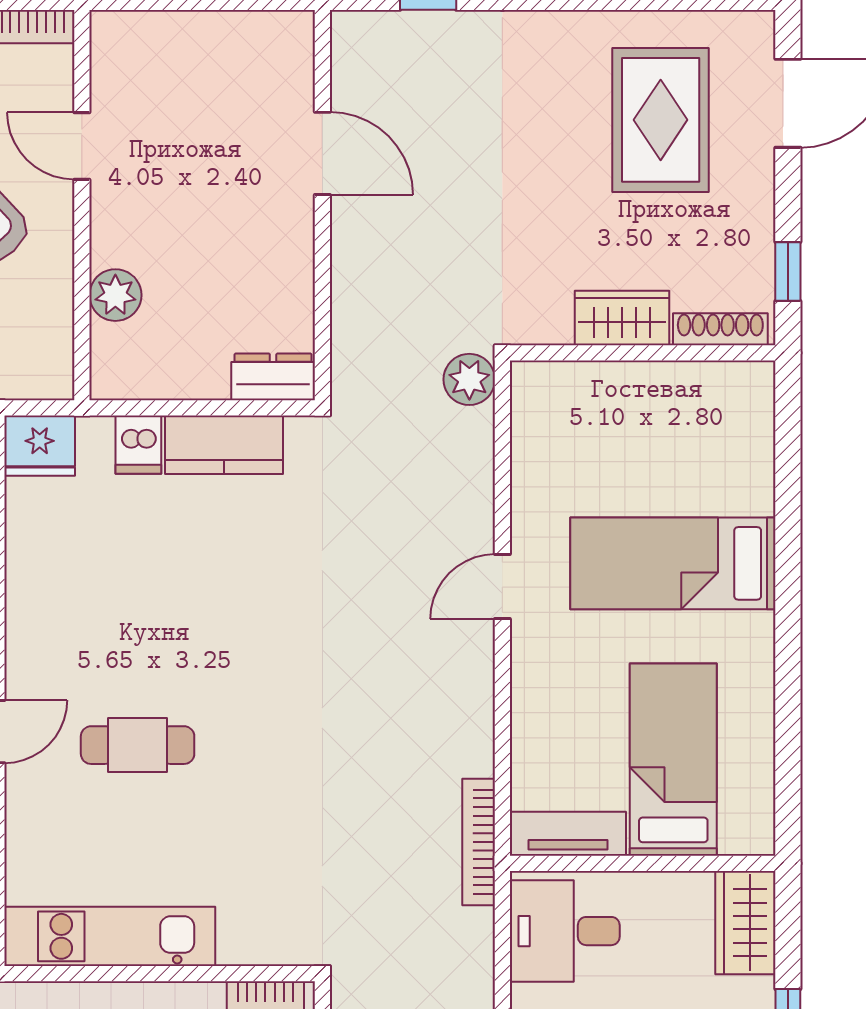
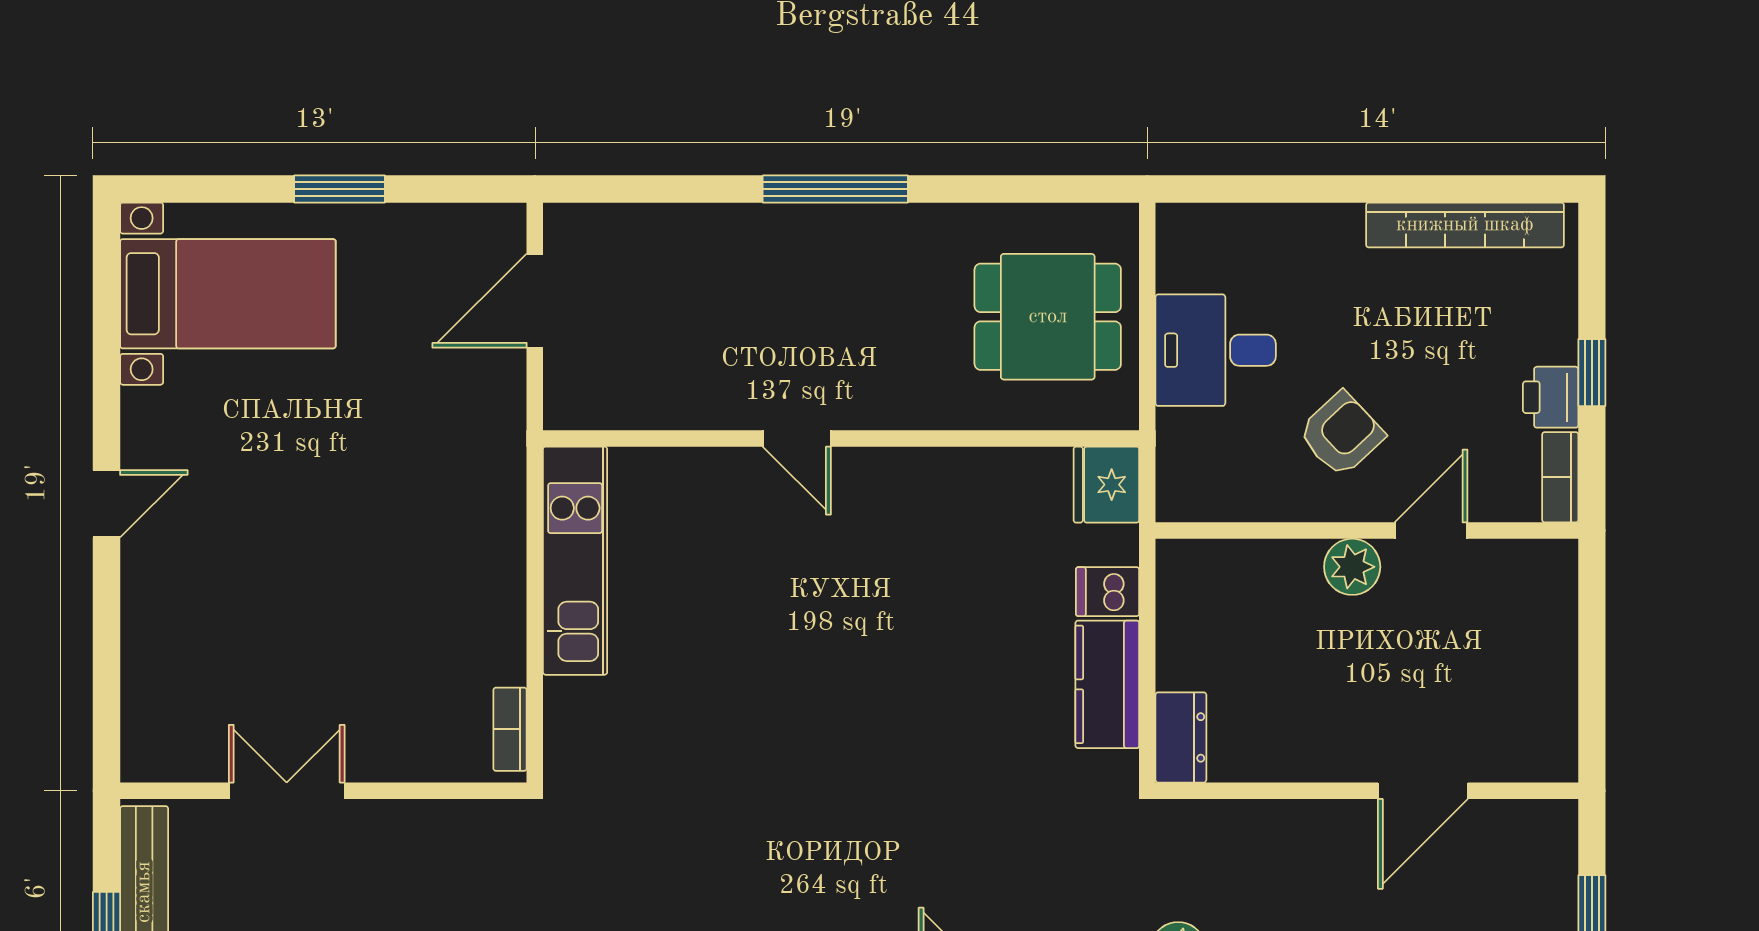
plant: (115, 295) -> (1352, 567), moved
cafe table: (138, 745) -> (782, 591), removed

